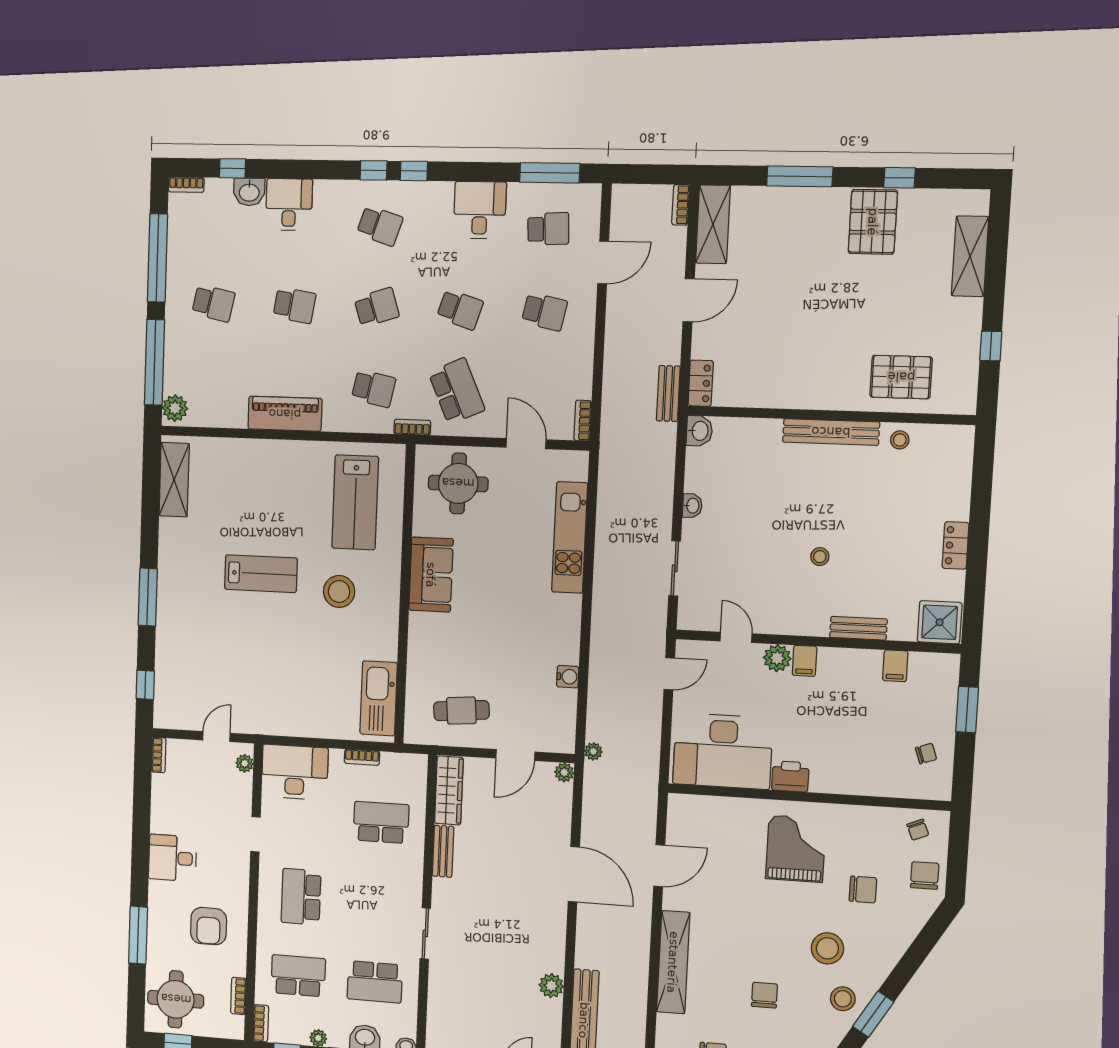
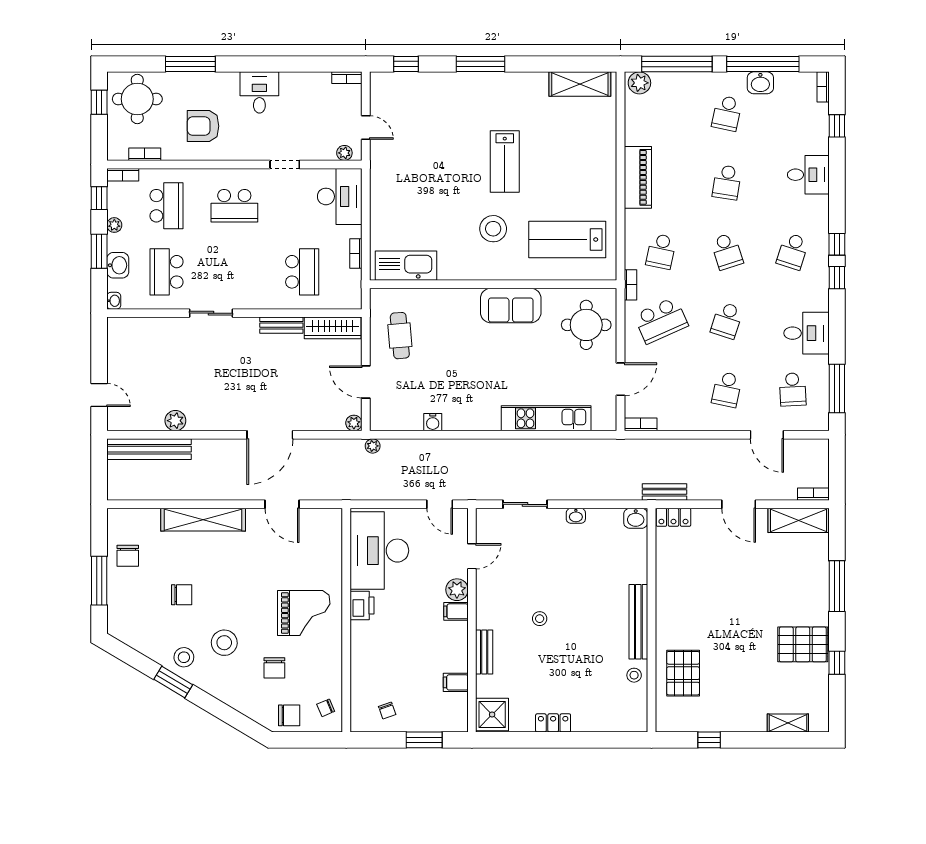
washbasin: (249, 192) -> (760, 83), moved, turned -90
shelving: (970, 256) -> (788, 723), width x0.67, depth x0.75
school desk: (301, 897) -> (234, 206), turned 180

